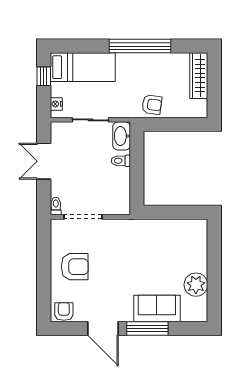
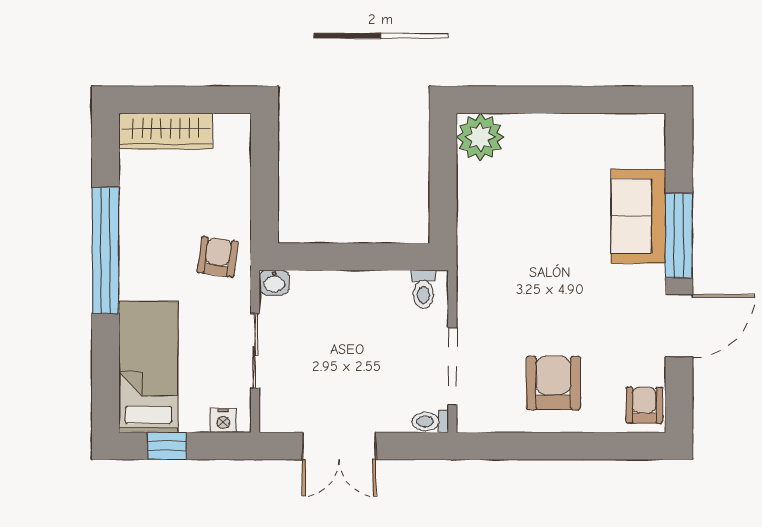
armchair: (152, 105) -> (218, 257), moved
washbasin: (122, 136) -> (274, 282), width x0.52, depth x0.69
toilet: (121, 161) -> (423, 289), moved
plant: (196, 285) -> (480, 137), moved
armchair: (64, 311) -> (644, 405), turned 90

